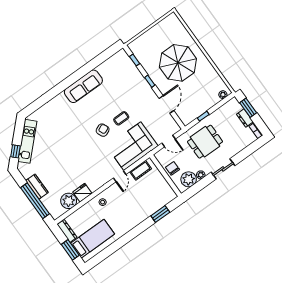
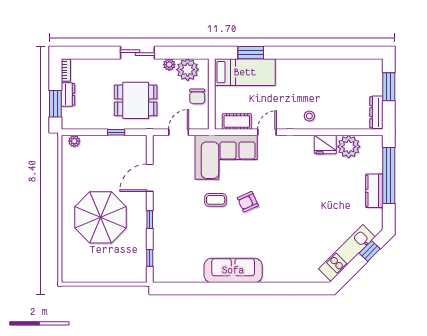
door: (169, 141) -> (179, 132), hinge flipped
bed: (93, 239) -> (245, 72), moved, turned 180

